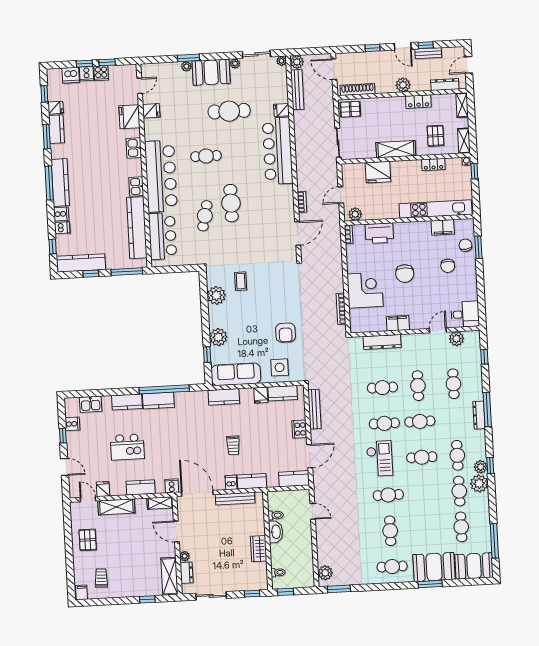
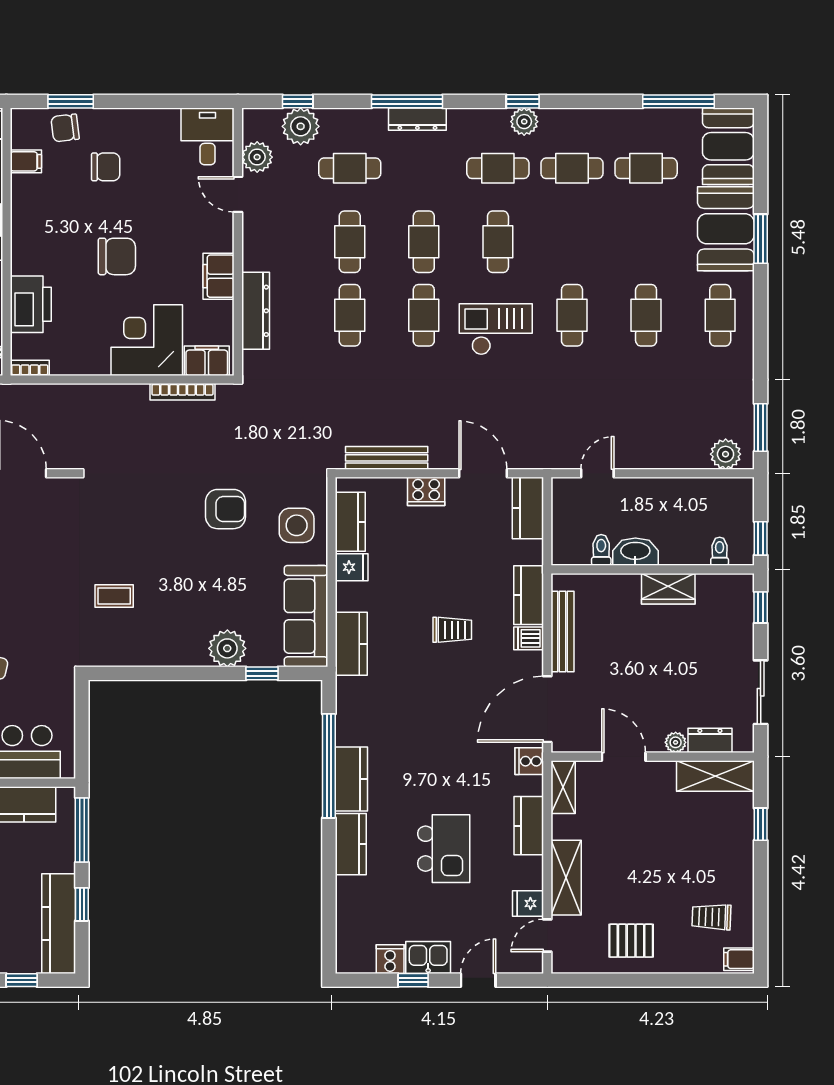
filing cabinet: (443, 227) -> (26, 161), width x0.50
plant: (216, 295) -> (141, 648), removed
filing cabinet: (357, 320) -> (207, 361), added
cafe table: (418, 386) -> (350, 242), turned 90
kitchen sink: (91, 404) -> (428, 958), moved, turned -90
plant: (479, 483) -> (301, 126), moved
door: (176, 531) -> (624, 757), swing flipped
cafe table: (390, 531) -> (646, 315), turned 90

